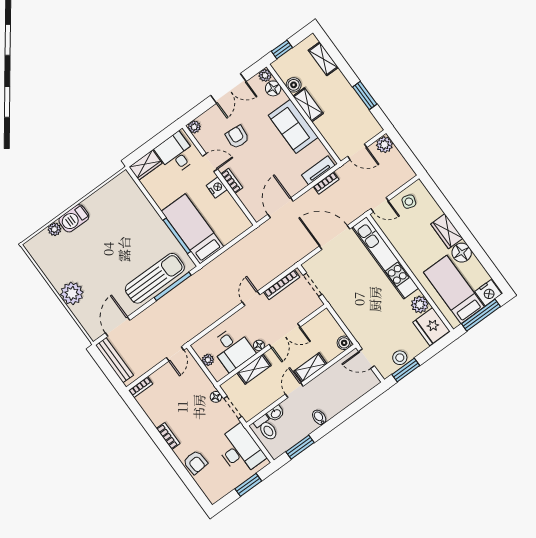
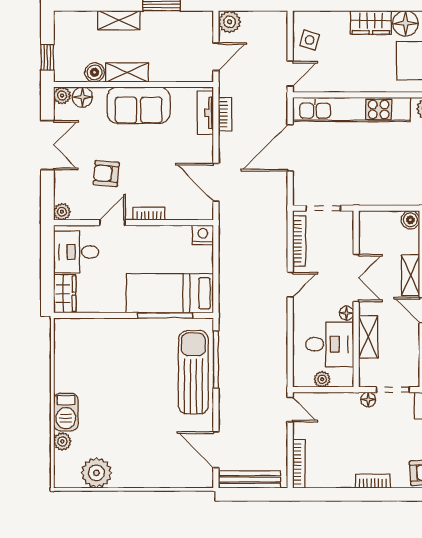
shelving: (323, 59) -> (119, 20), moved
nightstand: (217, 187) -> (203, 235), moved
plant: (72, 293) -> (96, 473), moved
door: (251, 298) -> (290, 285), swing flipped
bookcase: (141, 387) -> (299, 464), width x1.56

